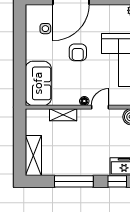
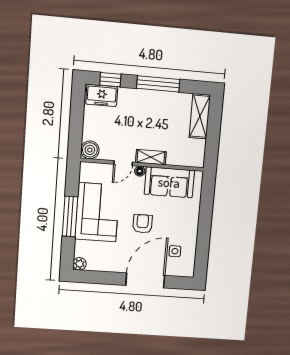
sofa: (38, 83) -> (169, 182), moved, turned -90
shelving: (63, 115) -> (151, 157), moved

